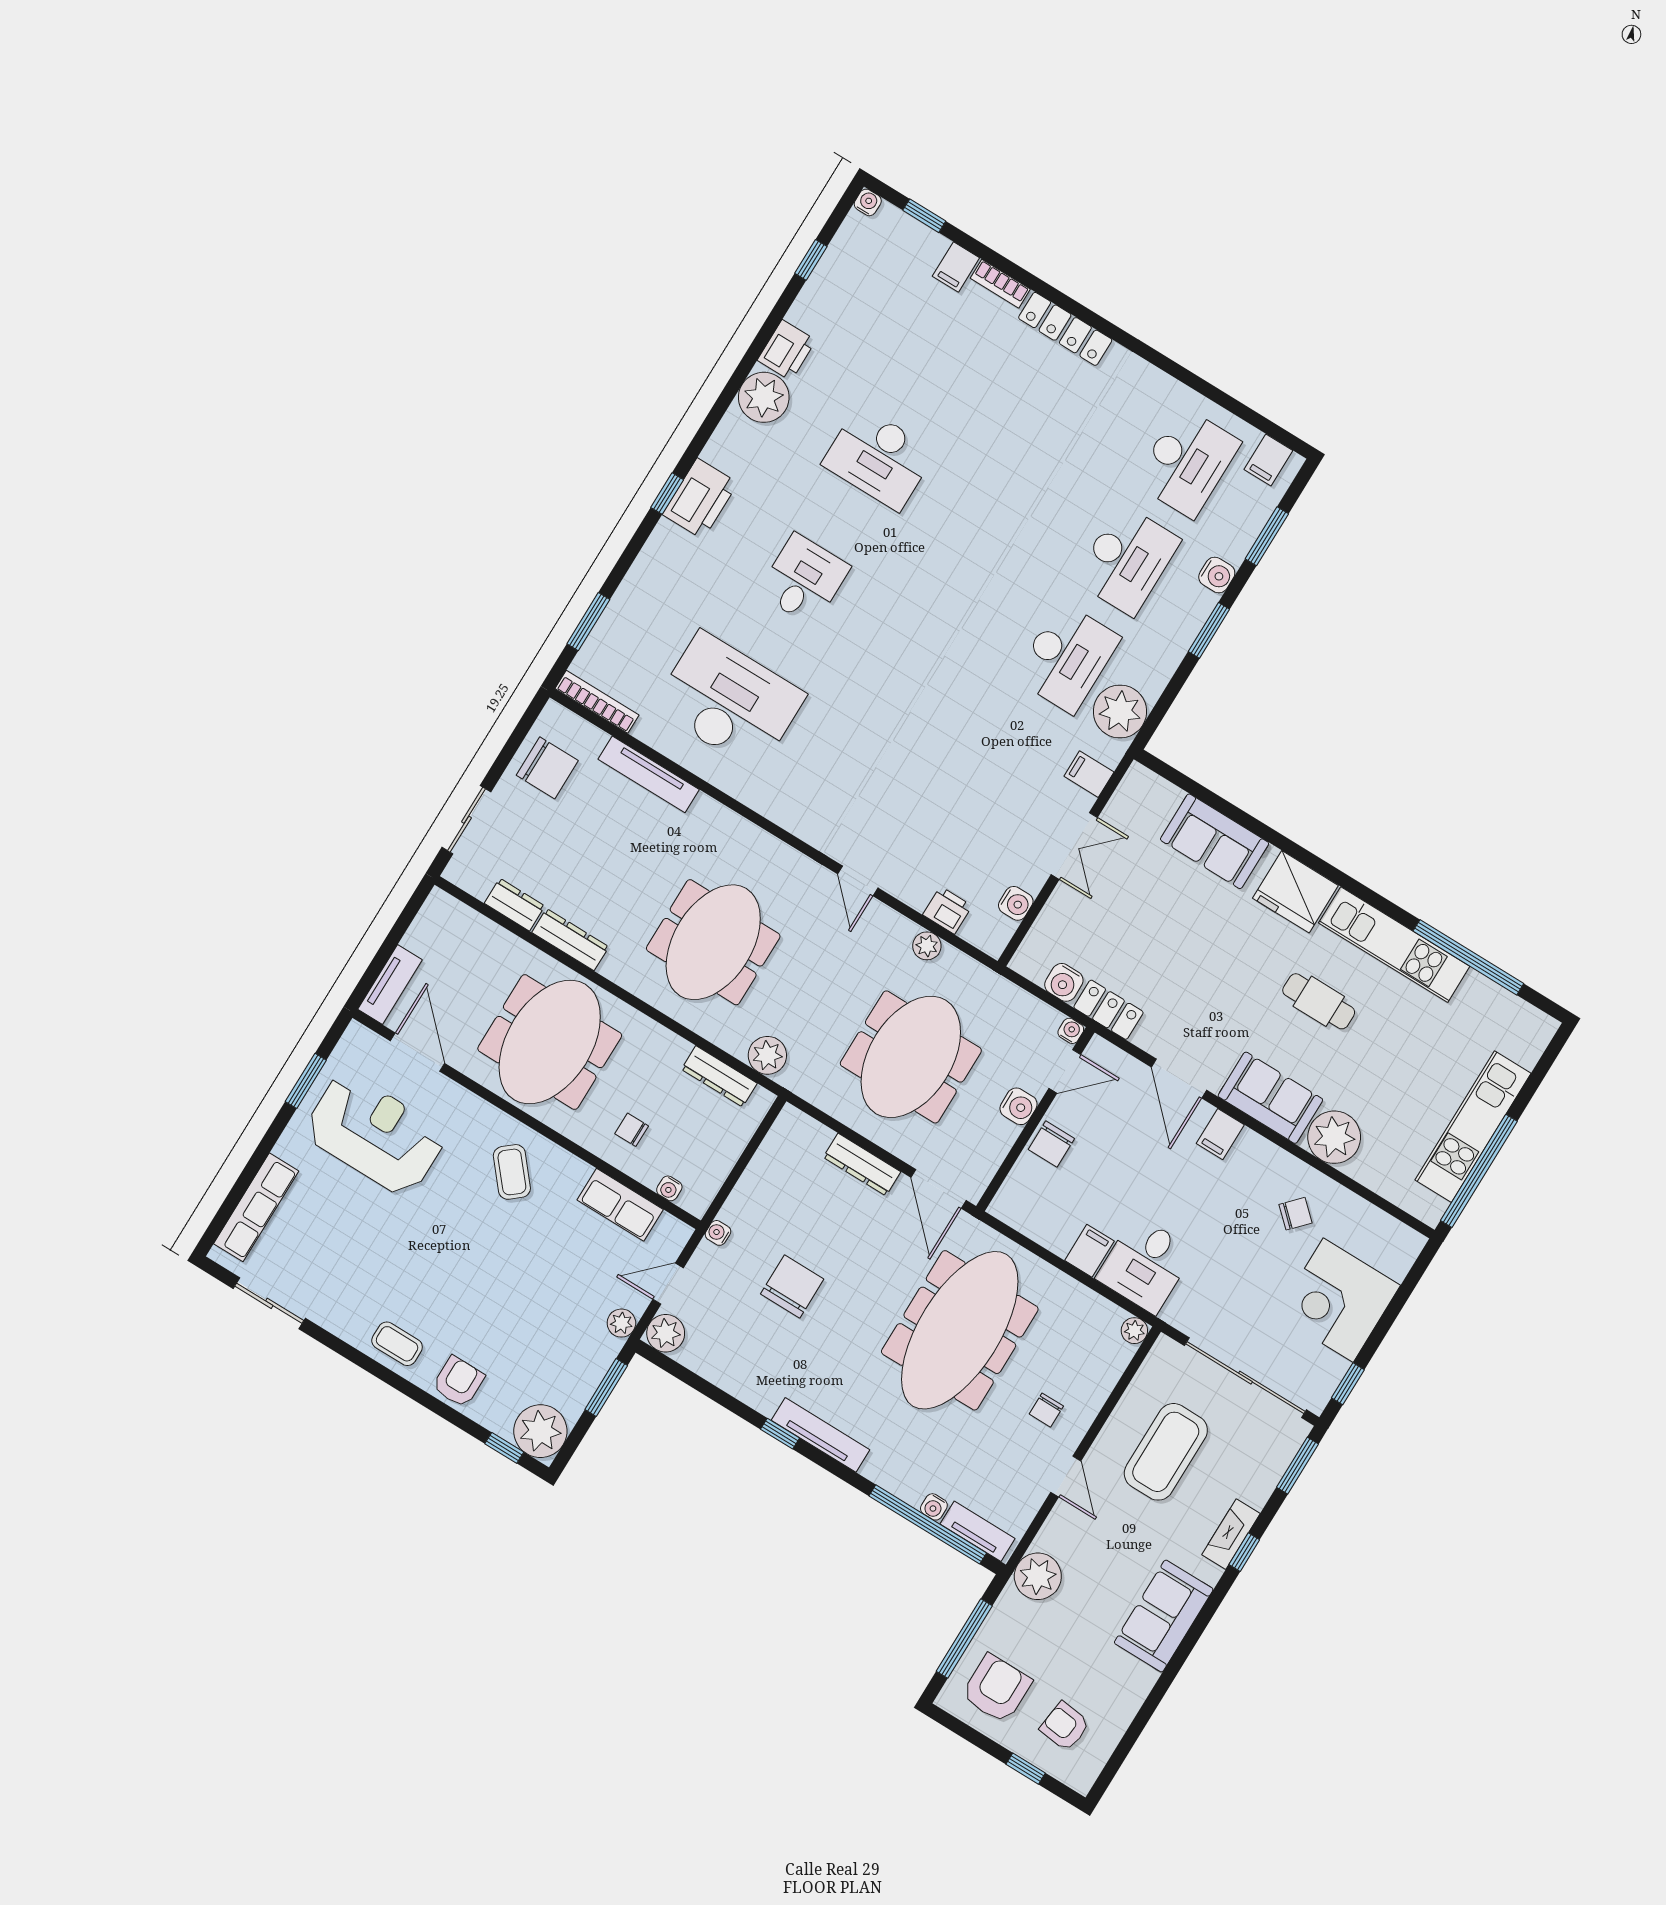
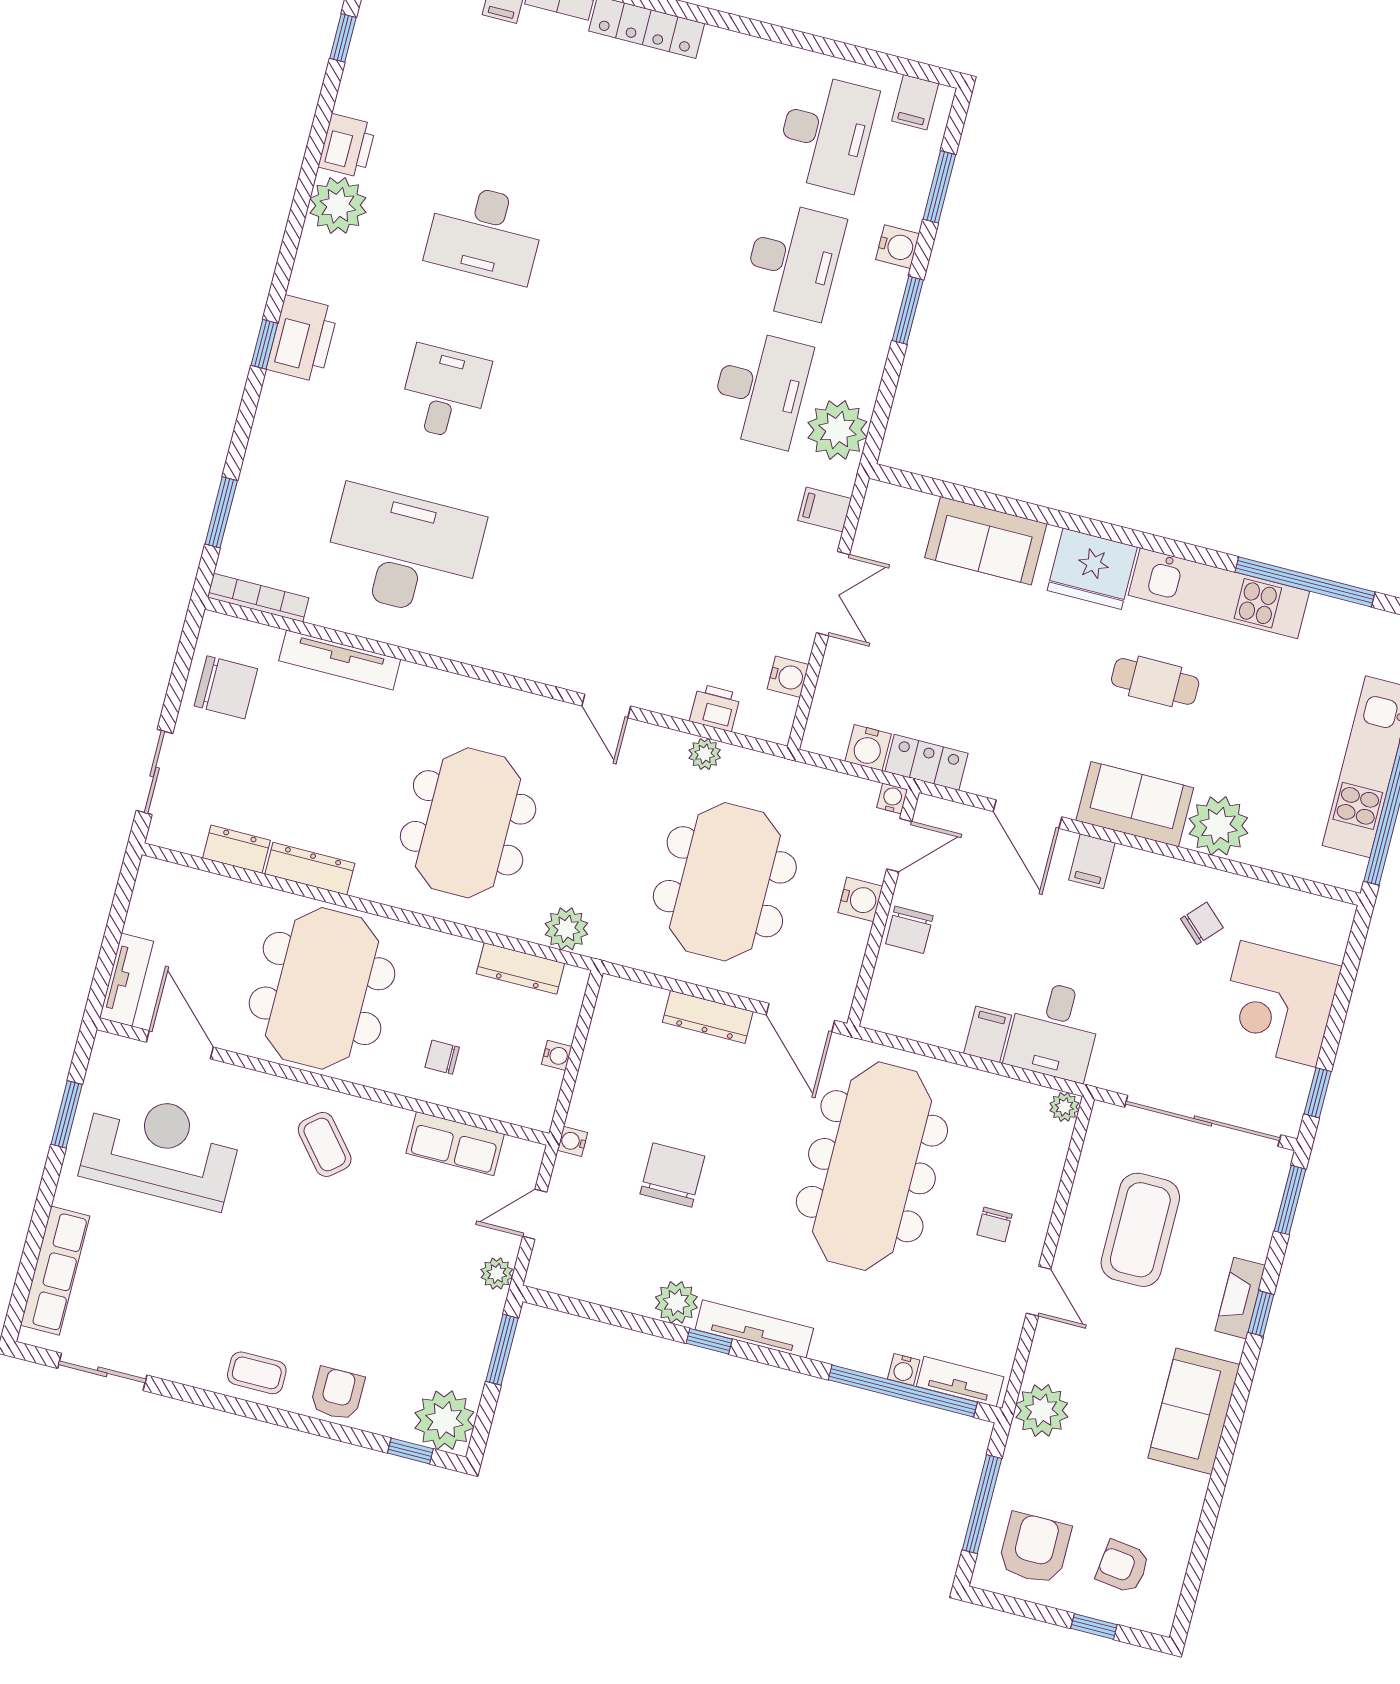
water cooler: (669, 1188) -> (557, 1055), moved, turned -90
plant: (666, 1333) -> (676, 1302), moved

